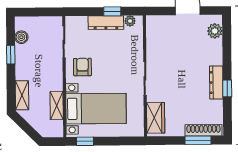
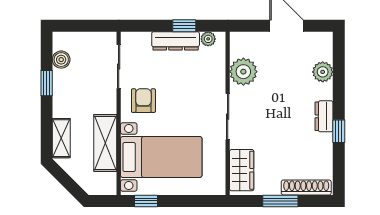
plant: (215, 31) -> (323, 72), moved
plant: (156, 45) -> (243, 72), added
dresser: (216, 83) -> (324, 116), width x0.70
shelving: (57, 106) -> (105, 143), width x1.50, depth x1.33
window: (198, 140) -> (280, 201), moved

